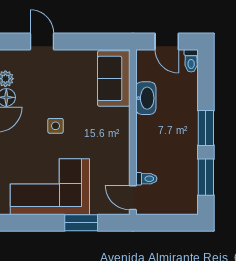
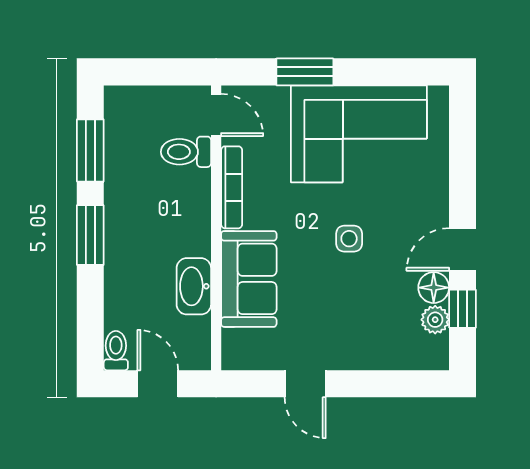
door: (42, 41) -> (305, 384), moved
sofa: (114, 78) -> (249, 279), moved
bookcase: (124, 156) -> (232, 187), added
toilet: (146, 179) -> (186, 152), width x1.37, depth x1.39

